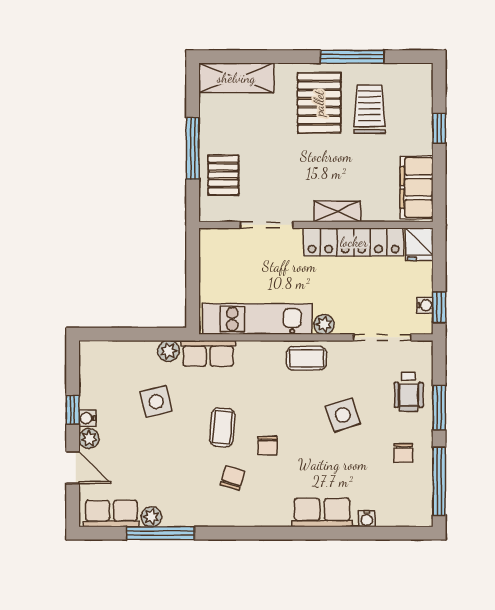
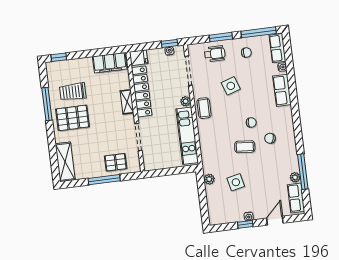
window: (439, 128) -> (59, 57), moved
row of seats: (208, 353) -> (277, 48), moved, turned 180
plant: (89, 438) -> (259, 214), removed

